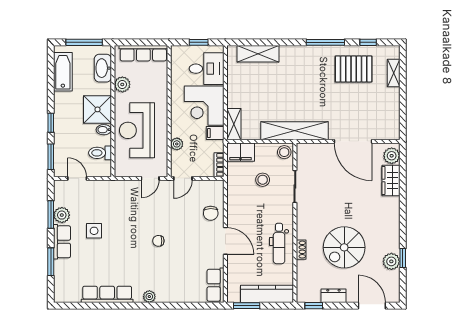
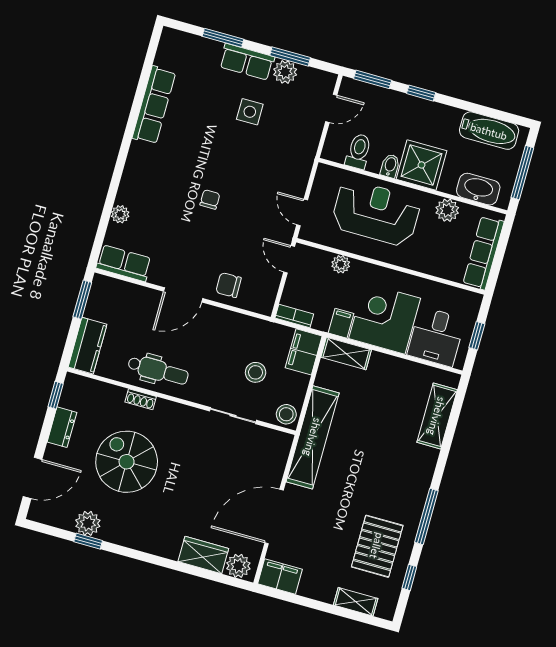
filing cabinet: (391, 127) -> (280, 577), added
dental chair: (279, 244) -> (158, 370), turned 180
kitchen counter: (267, 294) -> (88, 346), width x0.67
plant: (149, 297) -> (120, 214), moved

